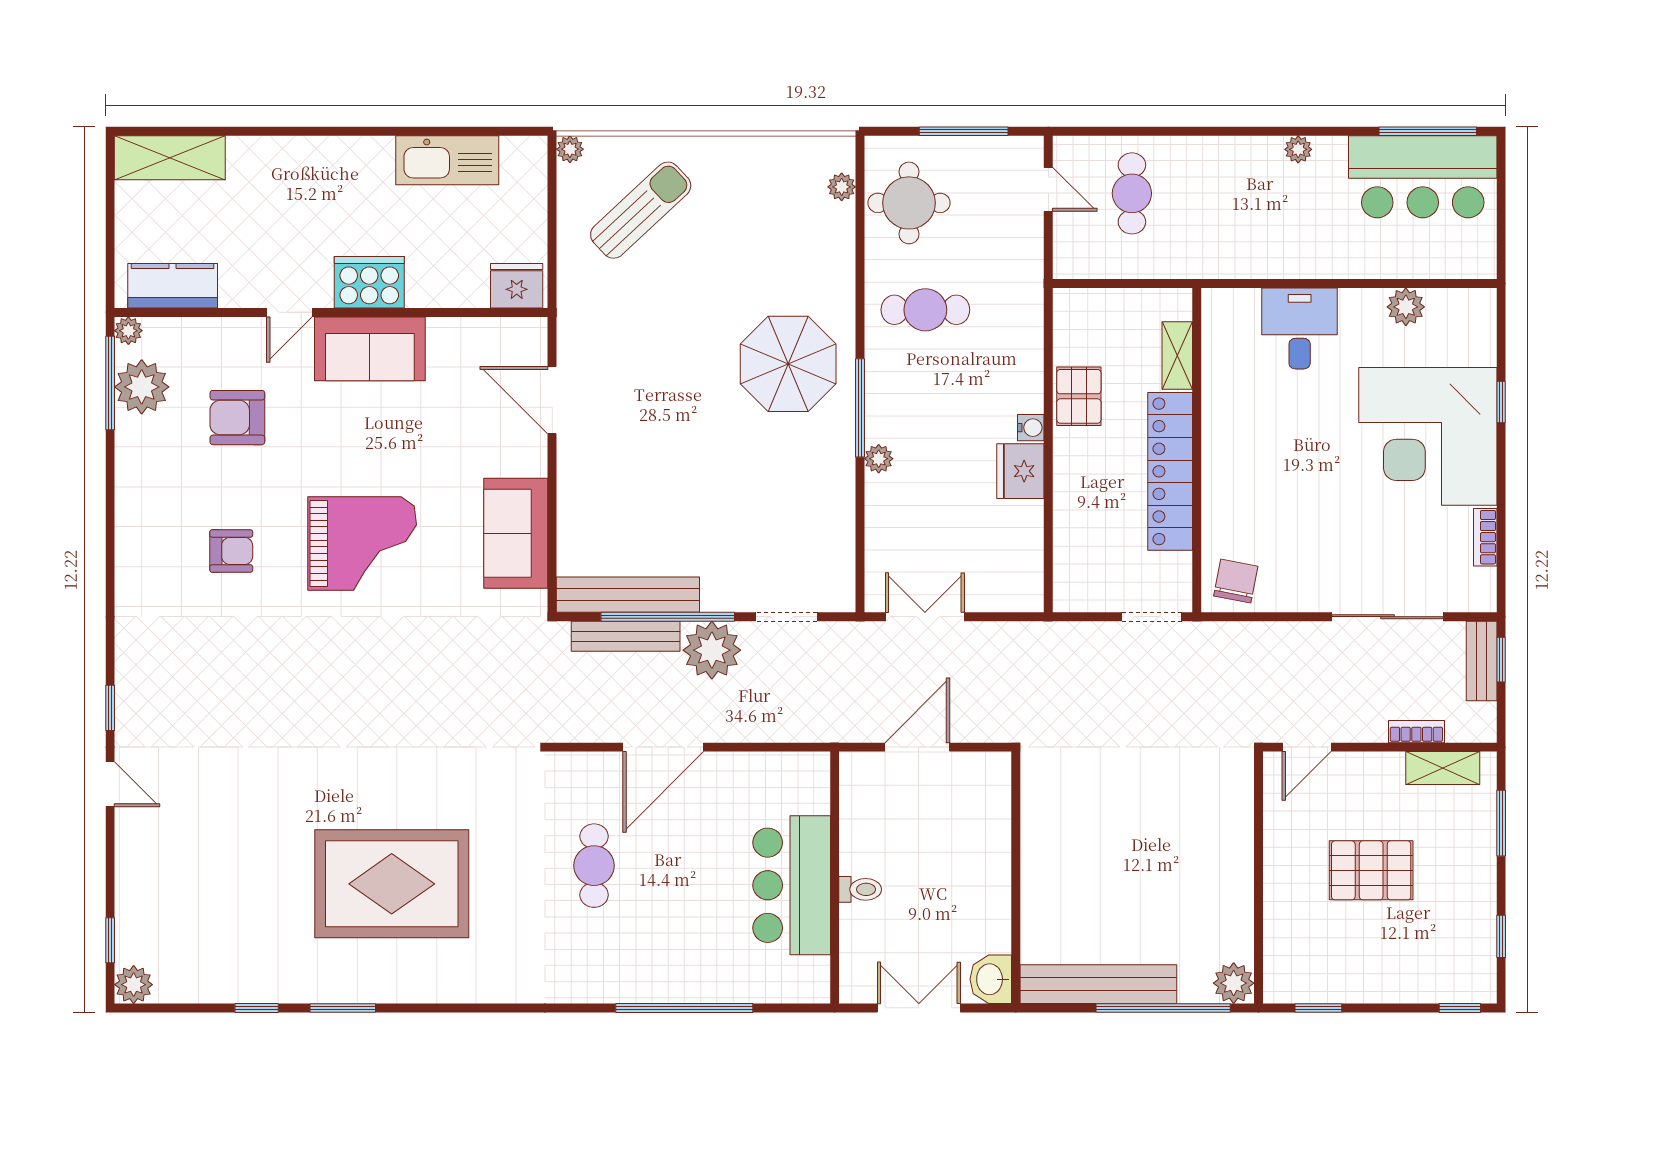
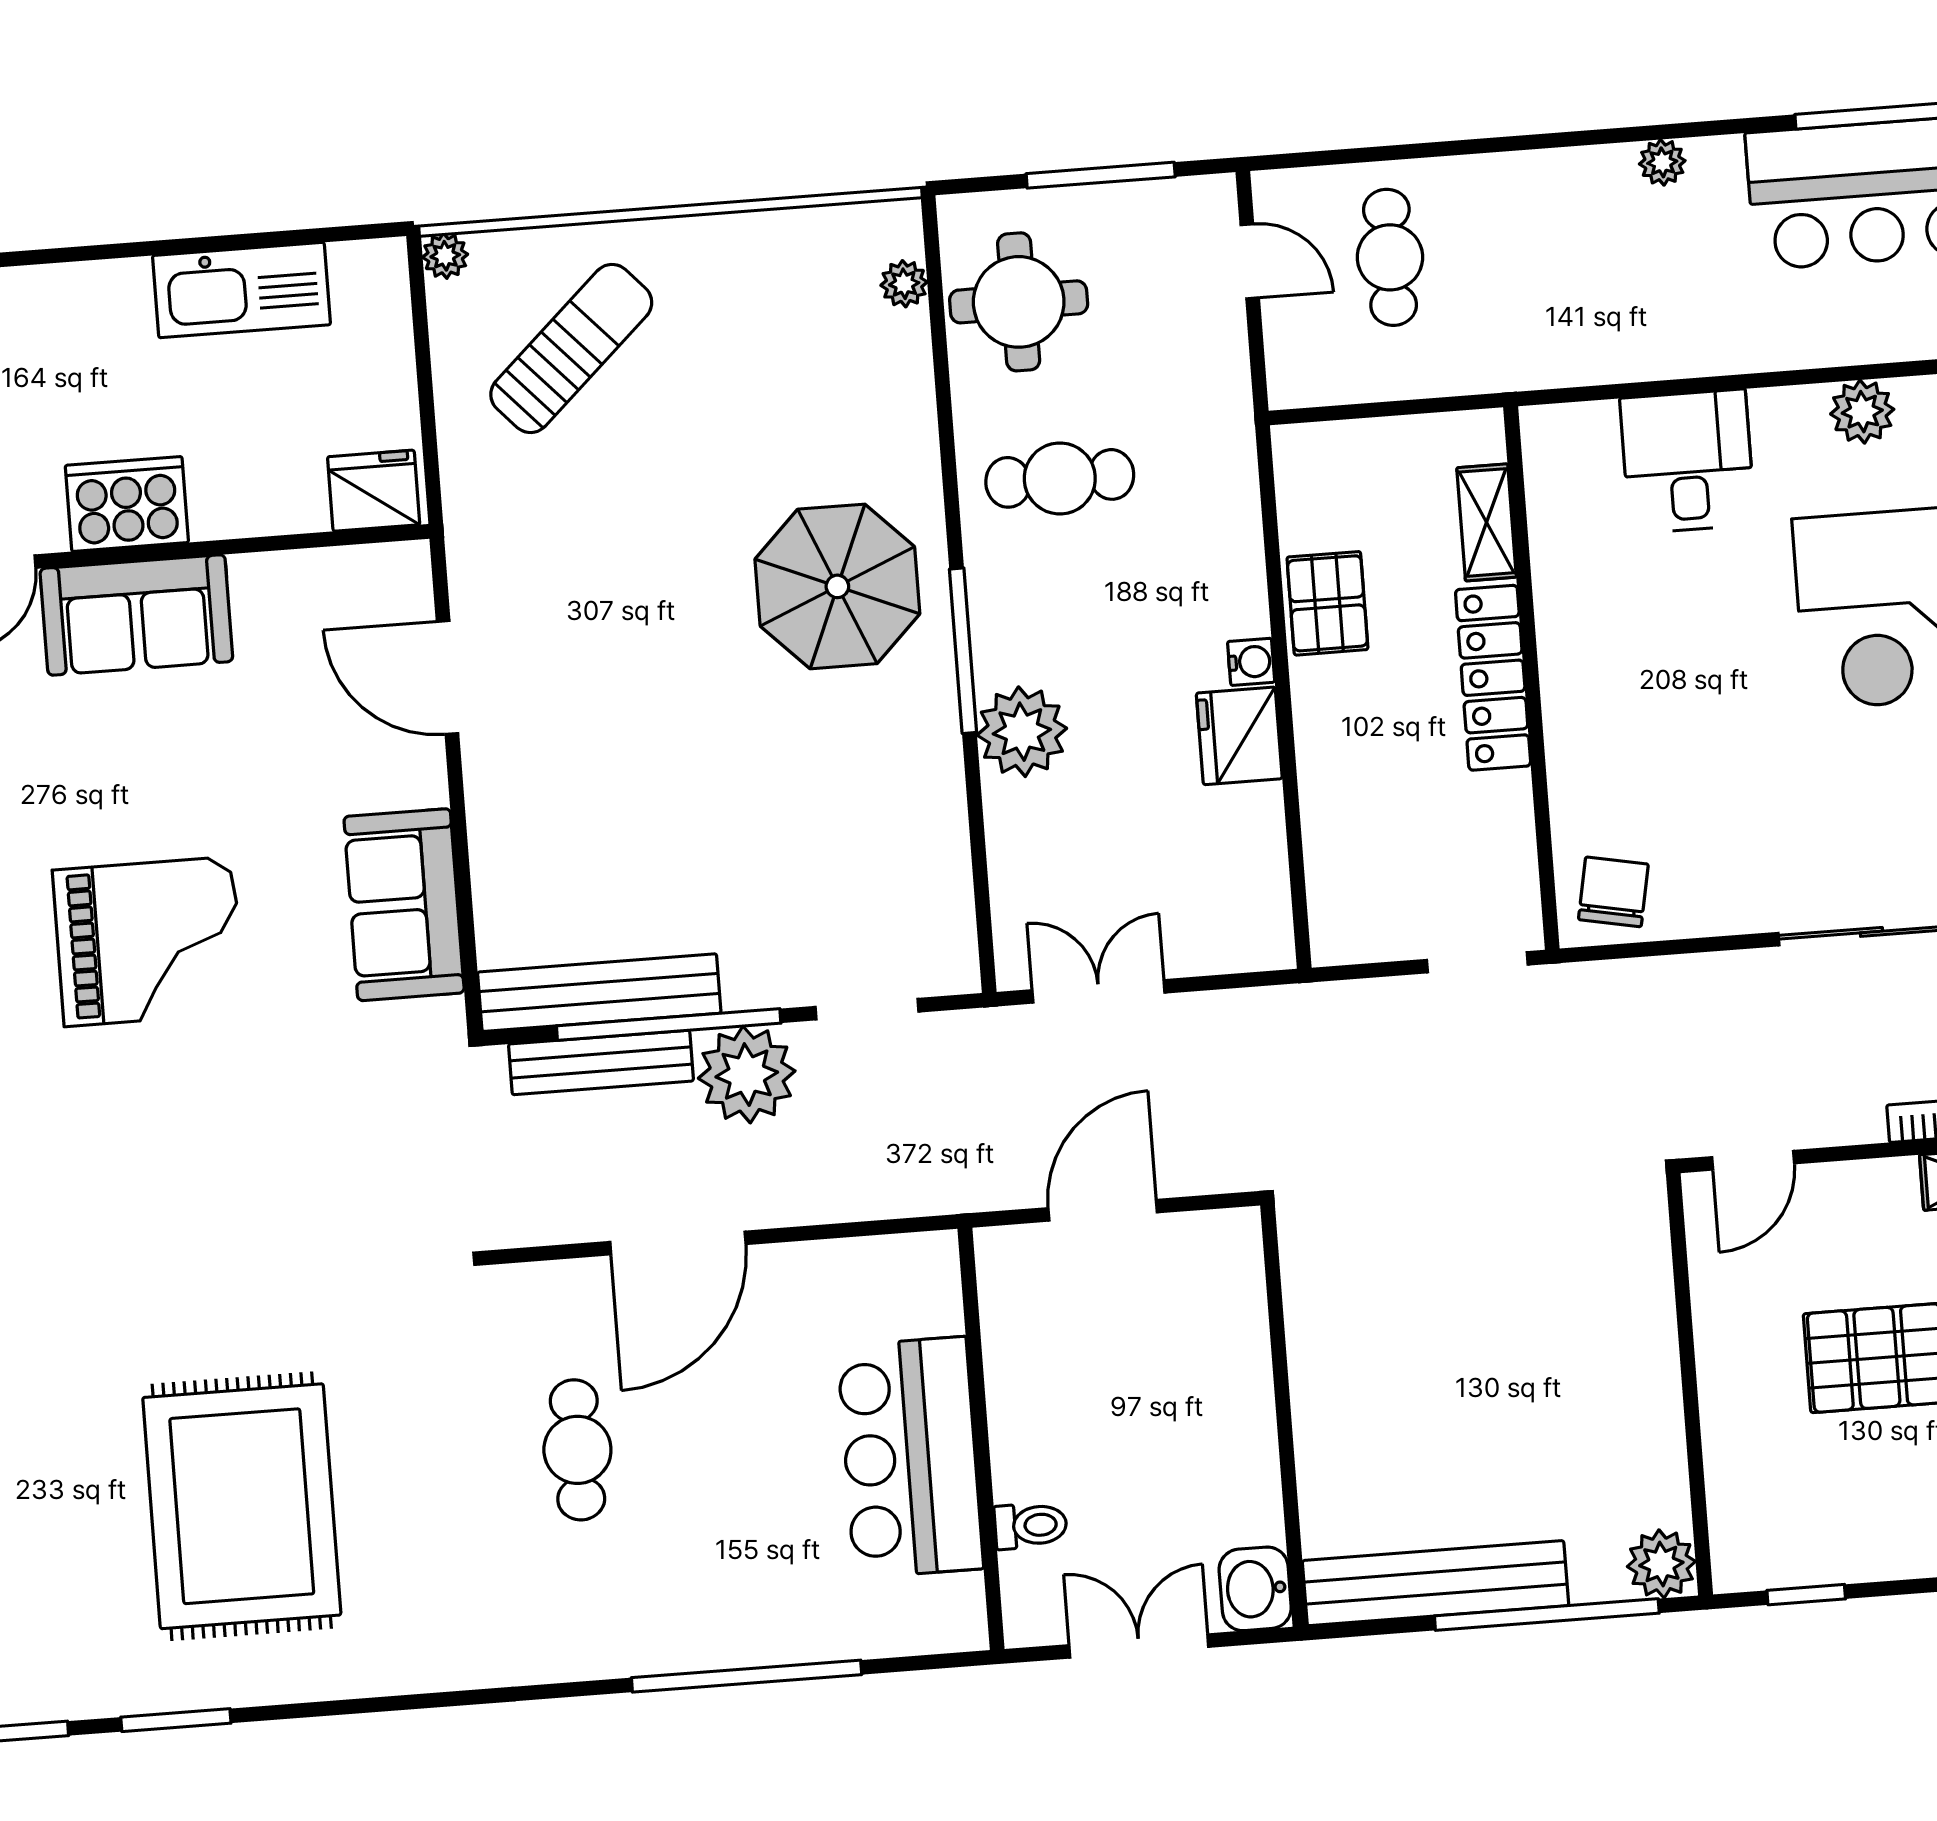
plant: (879, 459) -> (1022, 732), width x1.87, depth x1.87
locker: (1170, 471) -> (1493, 678), width x0.71, depth x0.83
rug: (392, 884) -> (242, 1506), turned 90
toilet: (860, 889) -> (1031, 1526), moved

